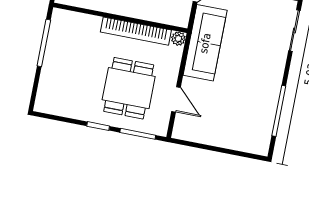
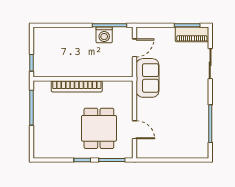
bookcase: (136, 31) -> (77, 86), moved
plant: (178, 39) -> (128, 86), removed
sofa: (205, 43) -> (148, 78), width x0.73

